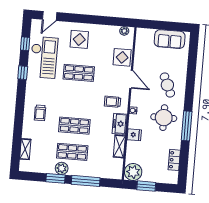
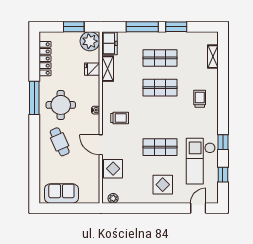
freezer: (120, 124) -> (110, 43), moved
fridge: (134, 135) -> (92, 69), moved
locker: (174, 160) -> (45, 59), width x1.53
plant: (62, 168) -> (170, 39), removed

